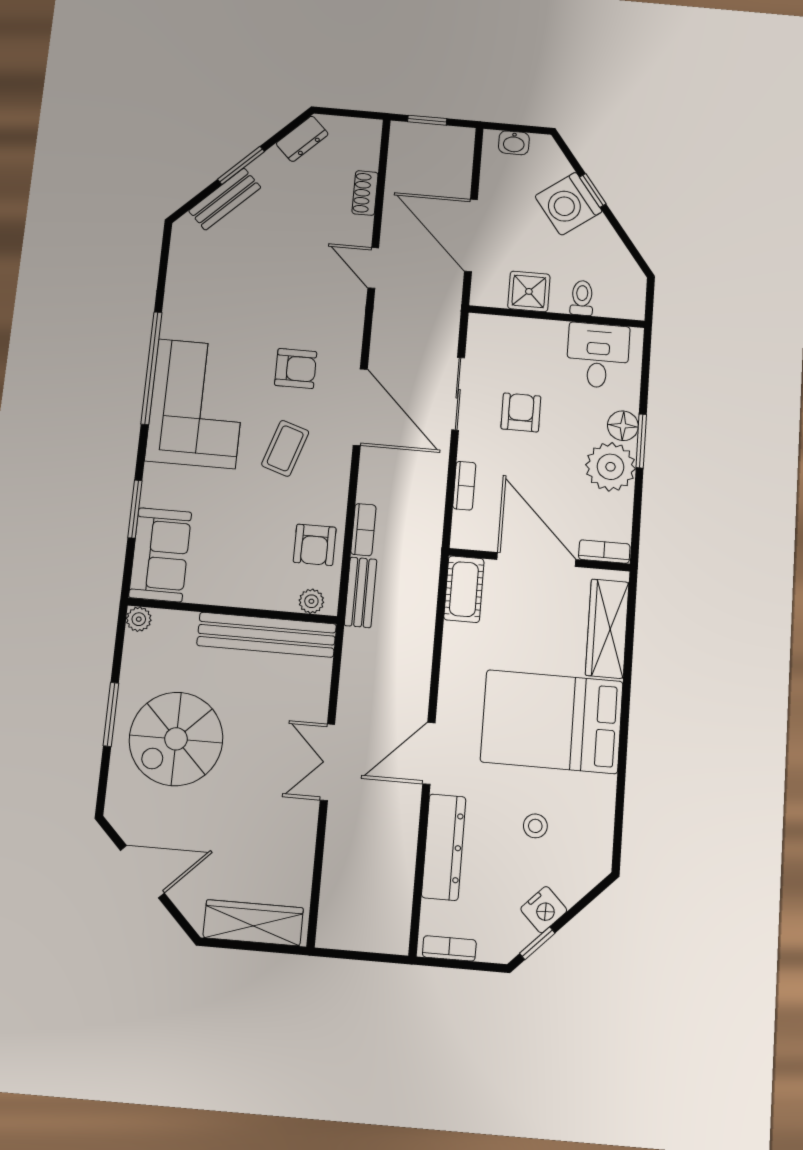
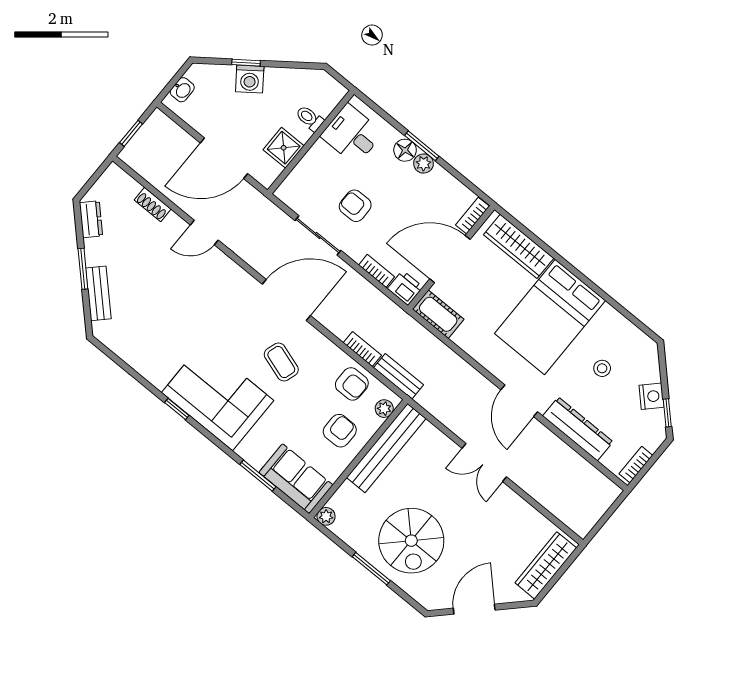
washing machine: (568, 204) -> (250, 79), width x0.73, depth x0.73
window: (151, 368) -> (177, 409), width x0.32
armchair: (296, 369) -> (340, 431), moved
plant: (611, 467) -> (424, 163), width x0.53, depth x0.53
printer: (468, 531) -> (405, 288), added

